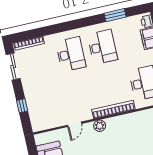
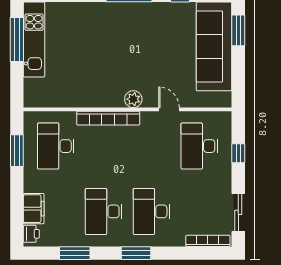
window: (75, 24) -> (136, 253), added
desk: (49, 105) -> (199, 146), added
door: (75, 124) -> (169, 109), hinge flipped

